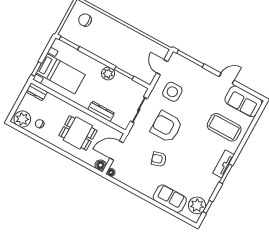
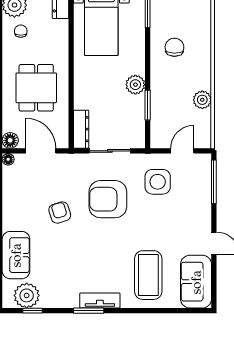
chair: (85, 20) -> (174, 47), moved
plant: (138, 39) -> (202, 100), added
dresser: (101, 111) -> (81, 129), moved
armchair: (167, 127) -> (108, 199), turned -90

